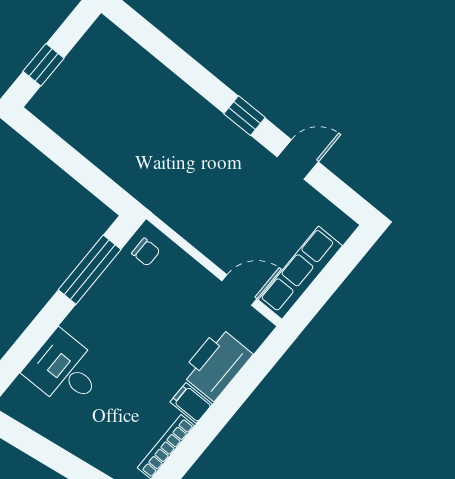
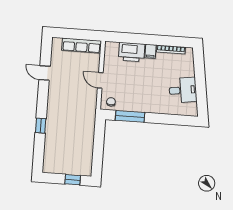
window: (245, 116) -> (41, 126), moved
door: (239, 290) -> (100, 80), moved
desk: (65, 370) -> (183, 90), moved, turned -98

